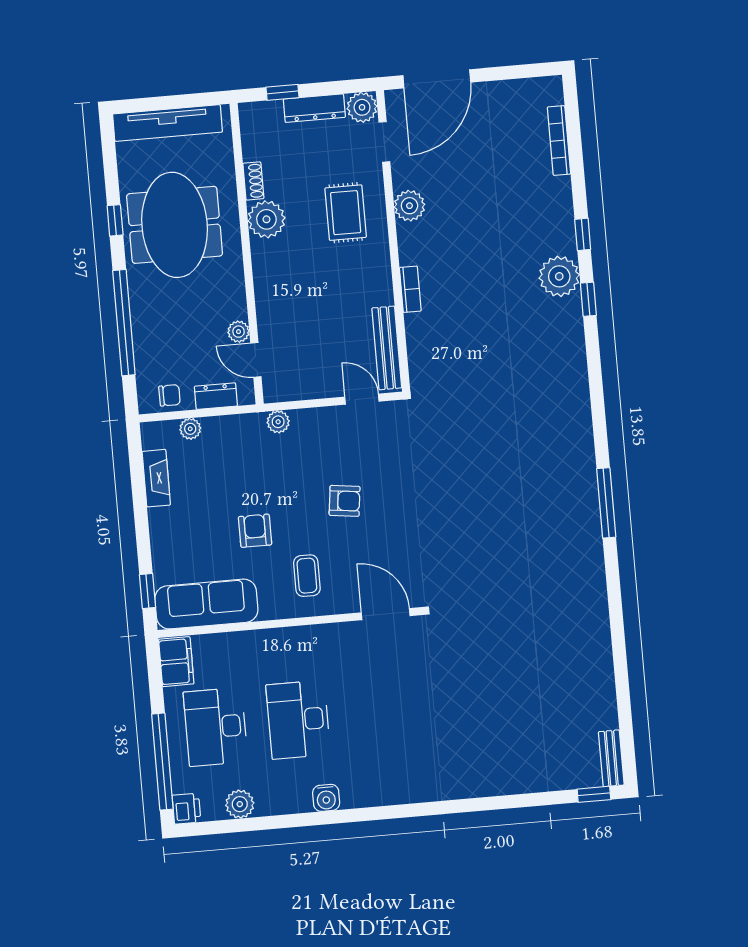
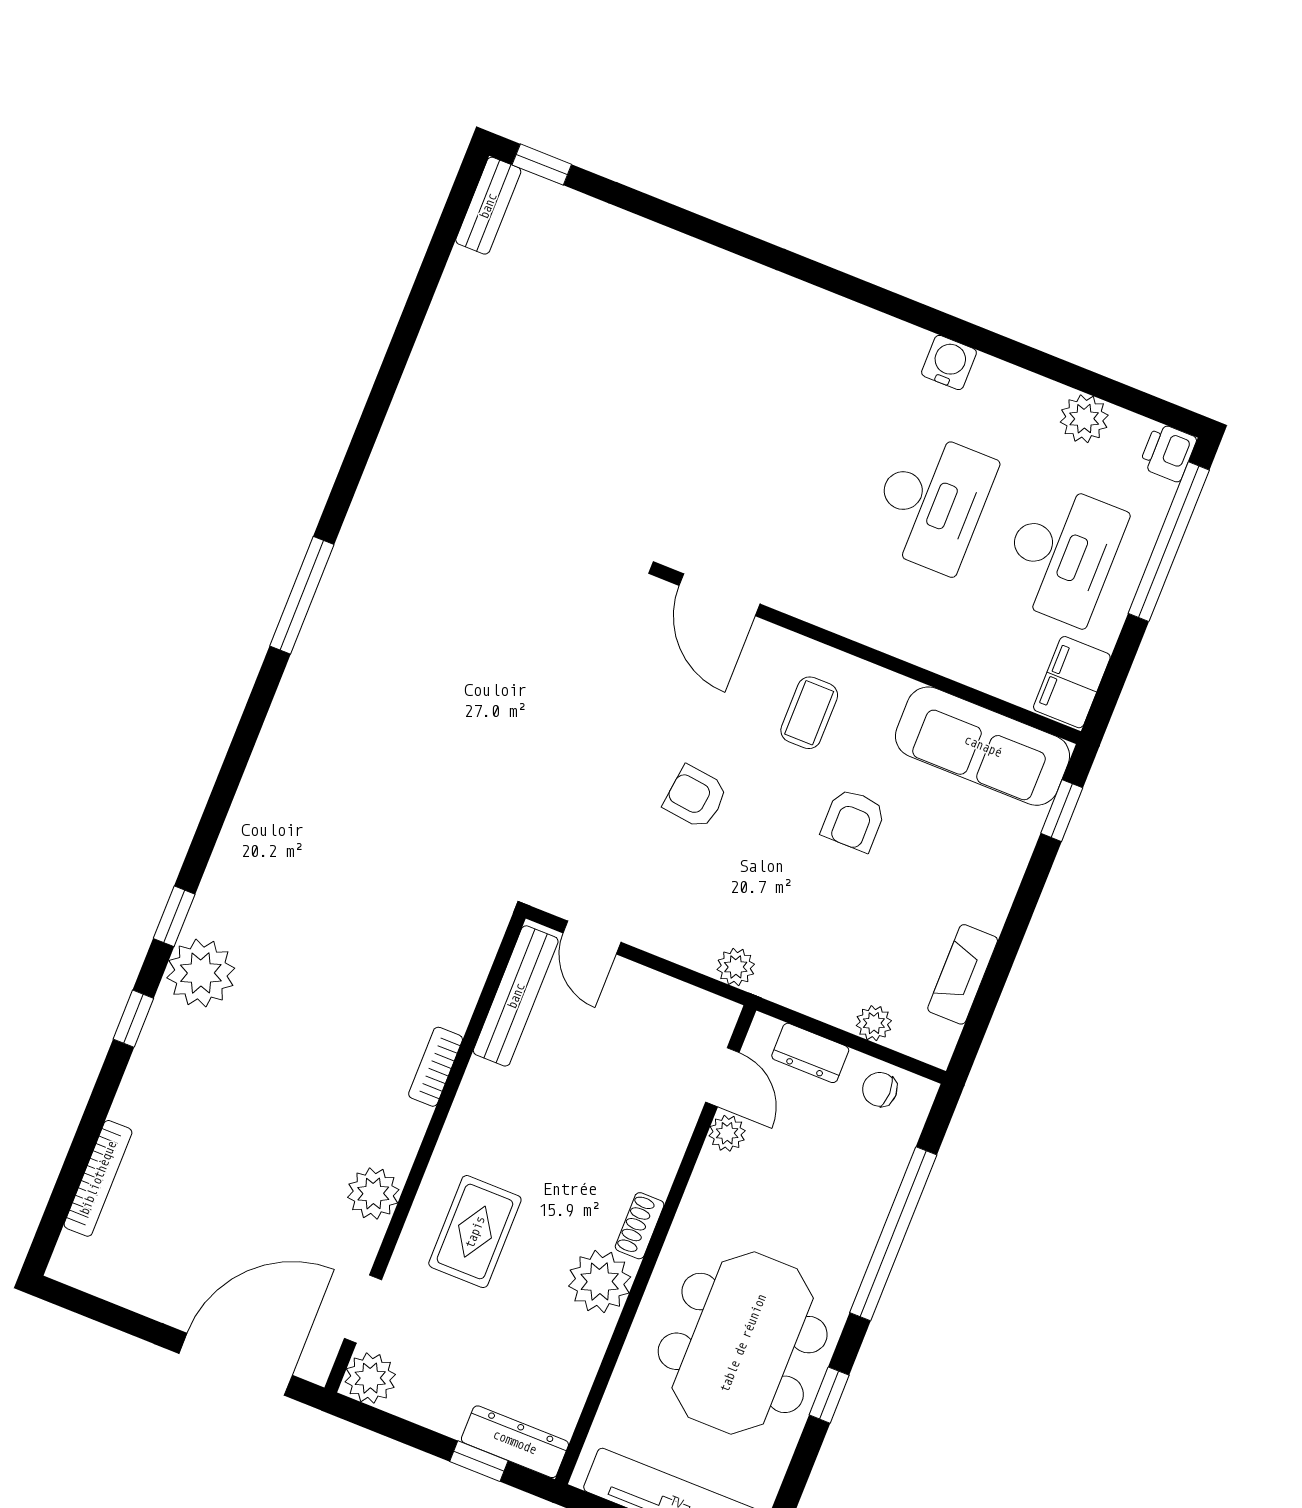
dresser: (314, 108) -> (515, 1442), moved
shoe rack: (253, 181) -> (640, 1226), moved

